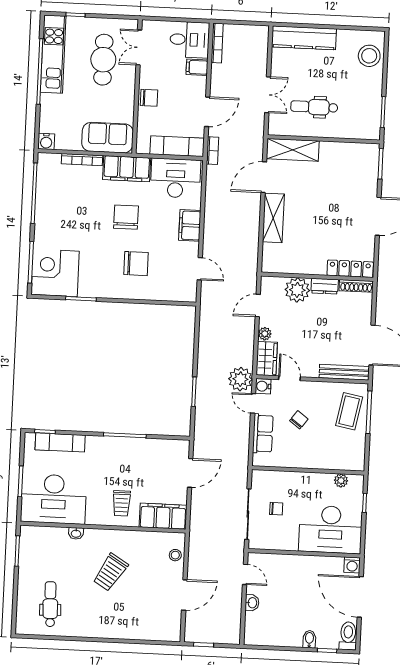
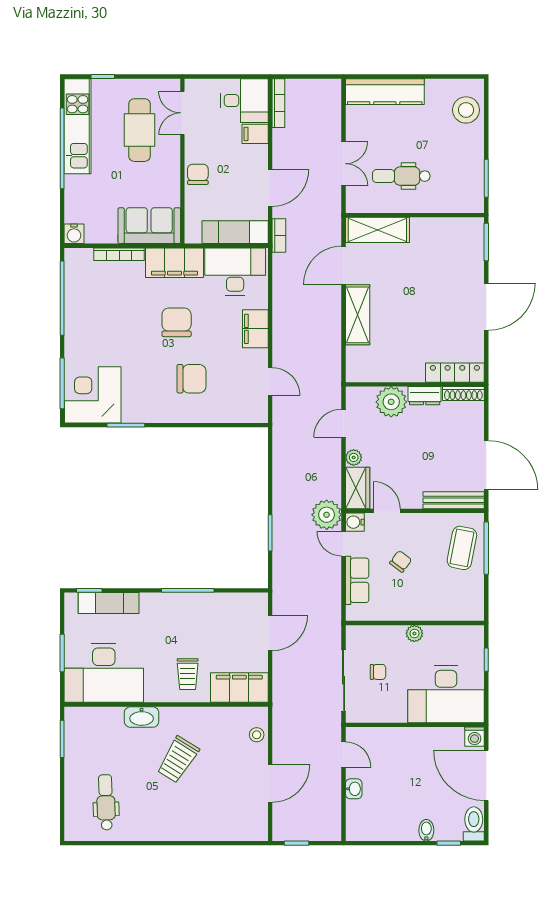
chair: (149, 98) -> (198, 174), turned -90
plant: (341, 481) -> (414, 633), moved
washbasin: (76, 533) -> (142, 717), width x1.91, depth x1.45

